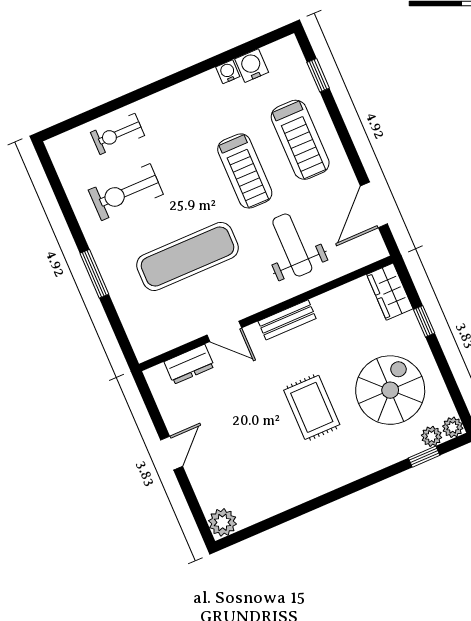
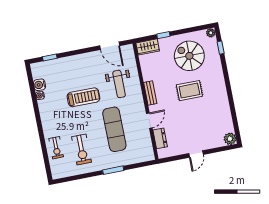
treadmill: (300, 140) -> (75, 71), removed
weight bench: (292, 245) -> (119, 84), turned -90
plant: (432, 436) -> (213, 43), removed
door: (172, 453) -> (196, 154), swing flipped

